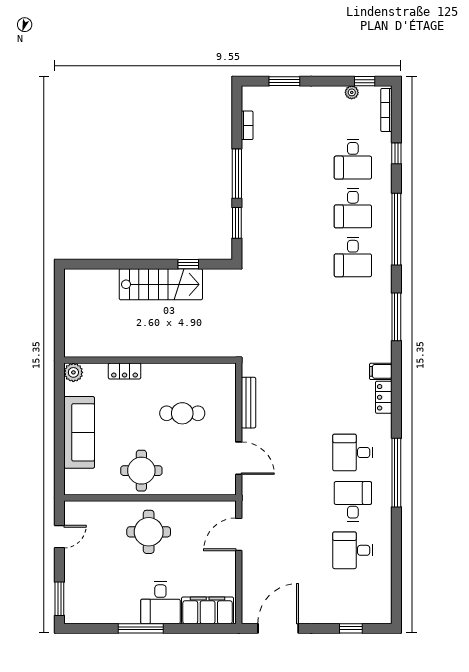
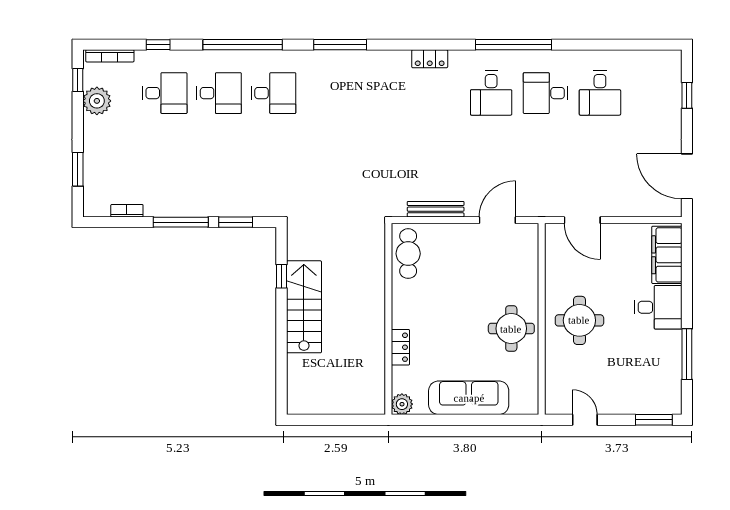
plant: (352, 92) -> (97, 101), width x1.88, depth x1.88
filing cabinet: (381, 371) -> (401, 62), removed
cafe table: (182, 413) -> (408, 254), moved
window: (141, 628) -> (687, 354), moved

